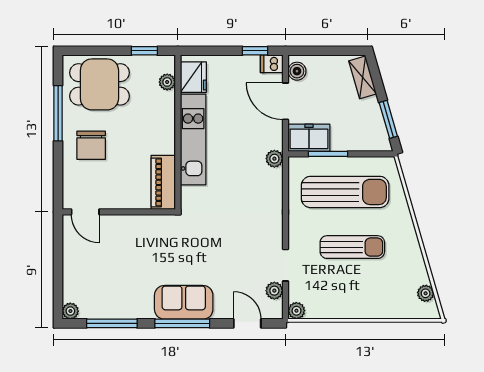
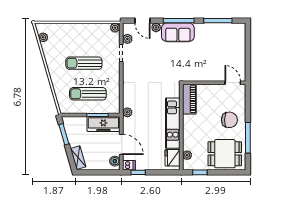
freezer: (309, 138) -> (103, 124), width x1.40
chair: (91, 145) -> (229, 120), turned 91
sun lounger: (345, 192) -> (88, 94), width x0.73, depth x0.75
plant: (70, 311) -> (156, 27), moved

